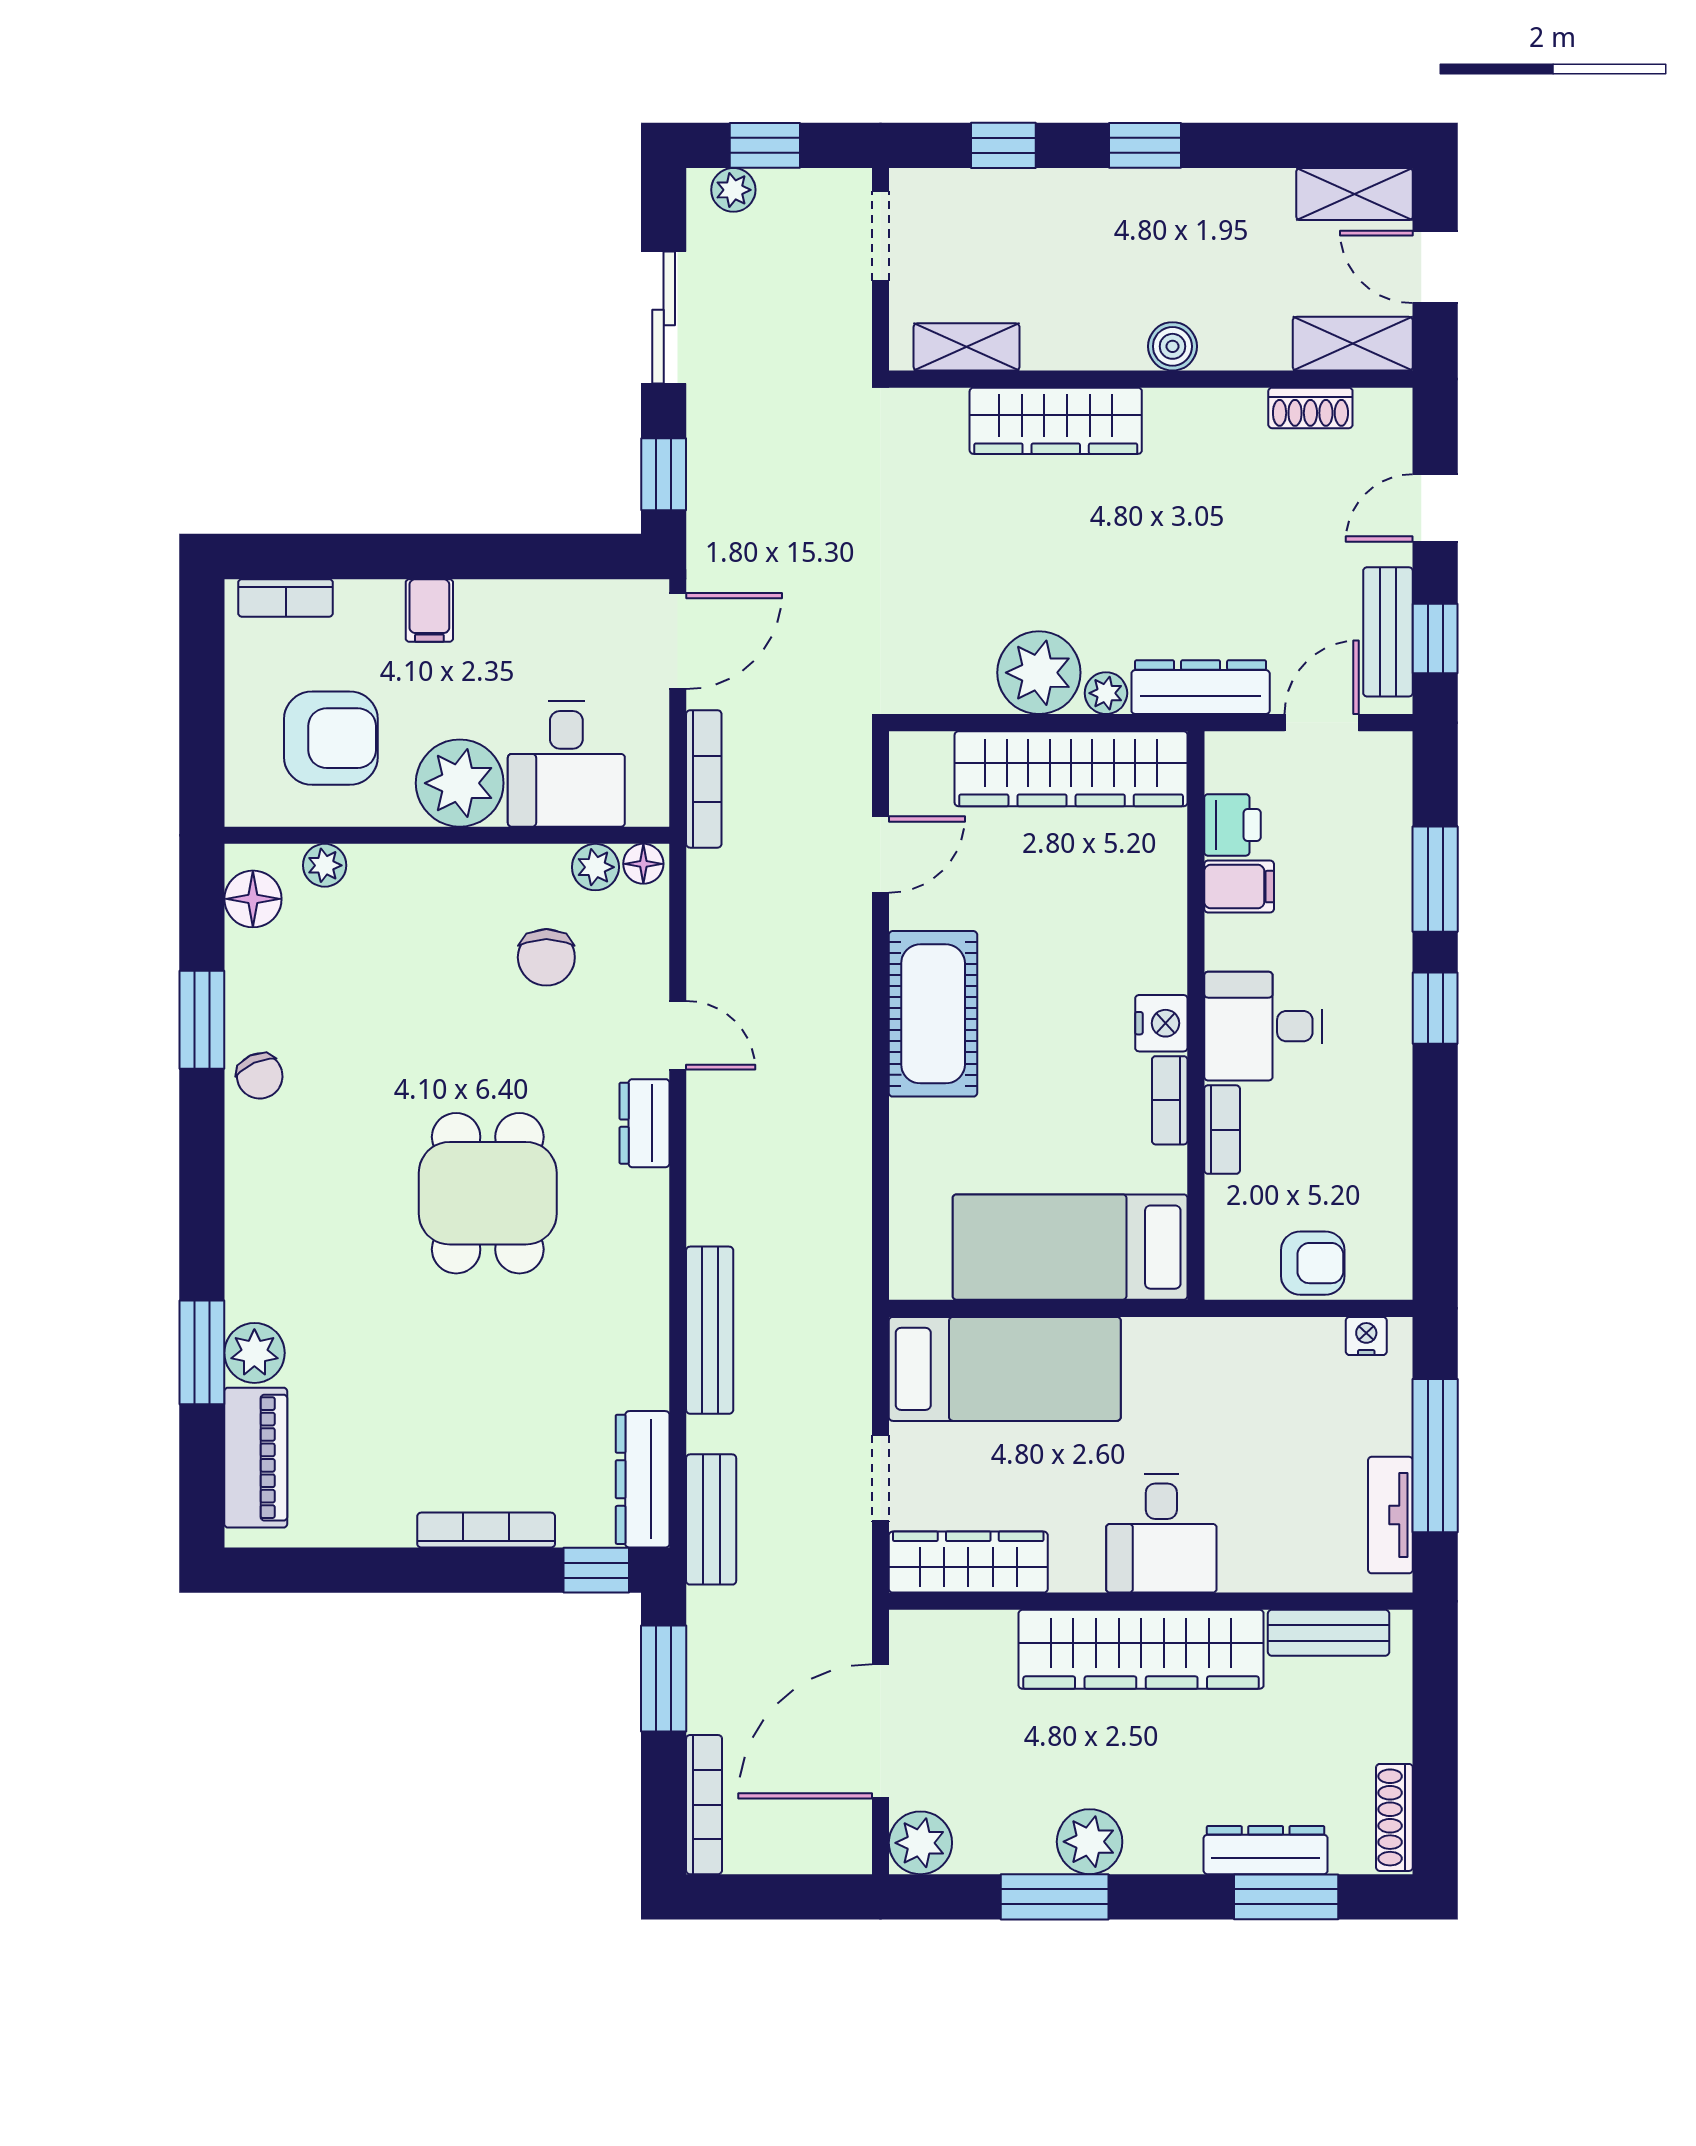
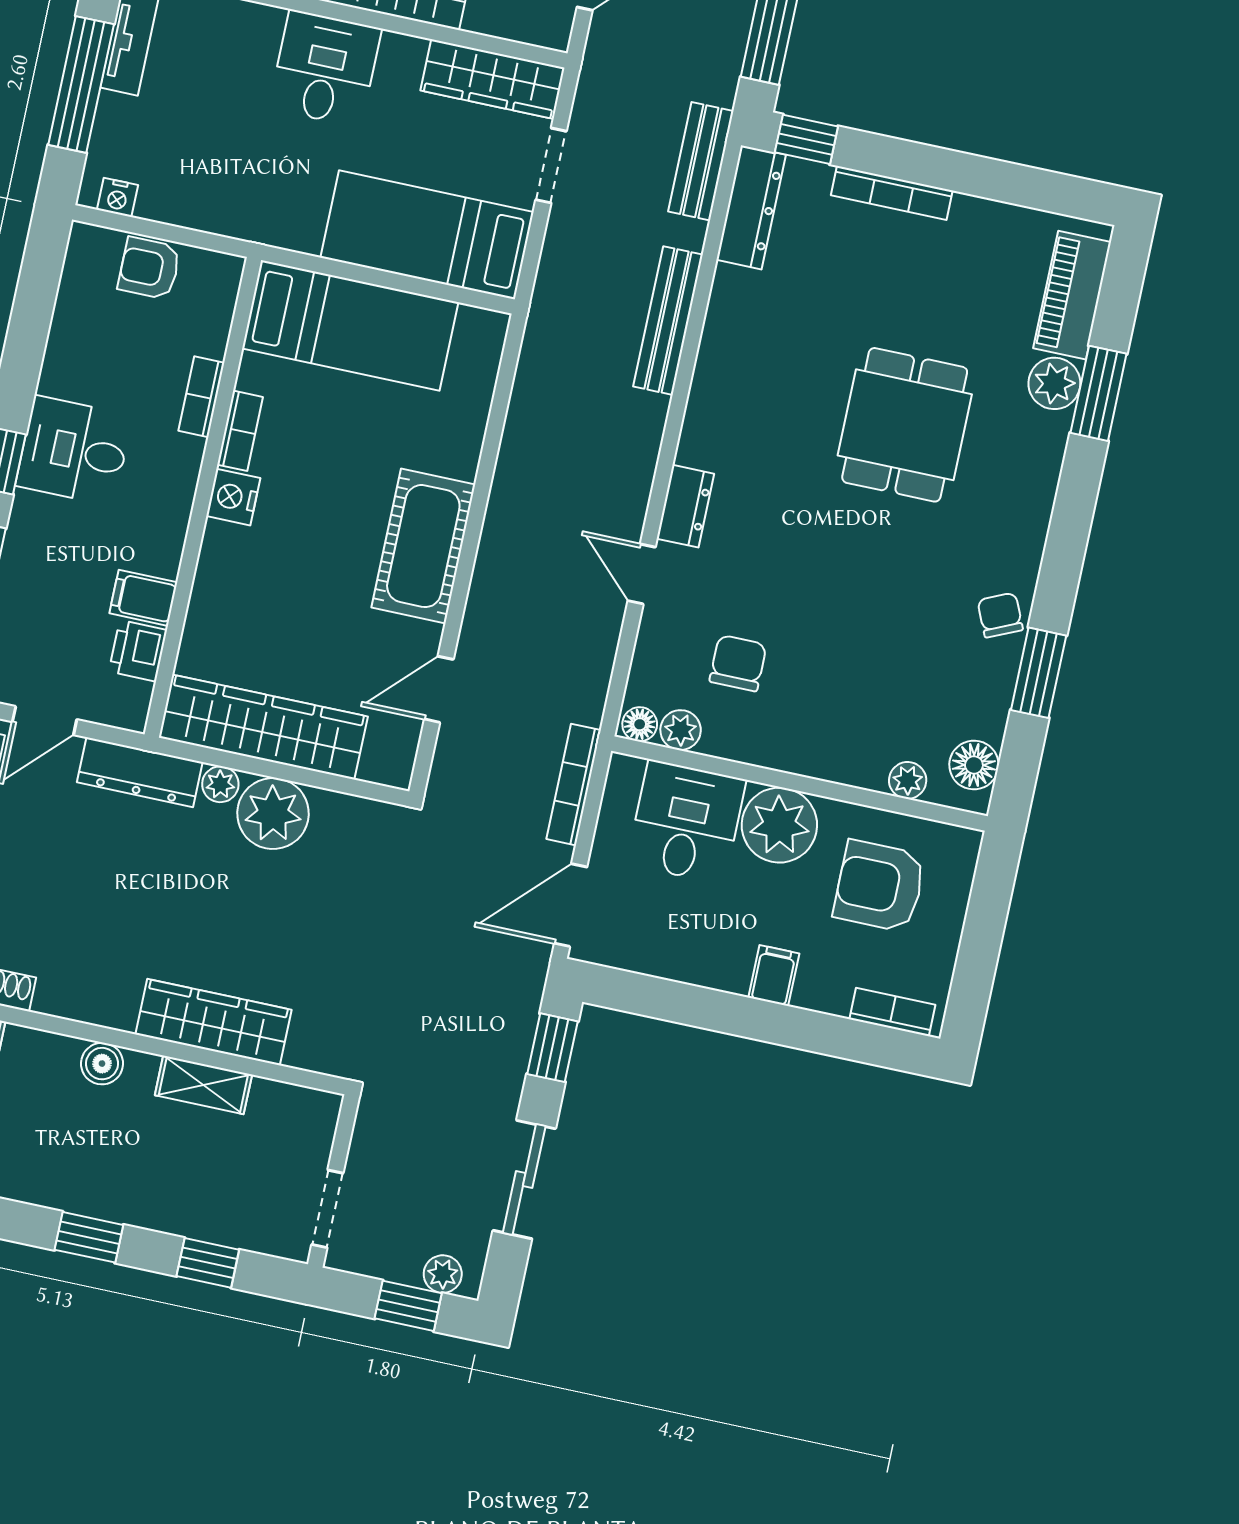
shelving: (967, 347) -> (203, 1085), moved
desk: (1263, 1026) -> (74, 451), moved, turned 180
dining table: (488, 1193) -> (905, 425), moved

